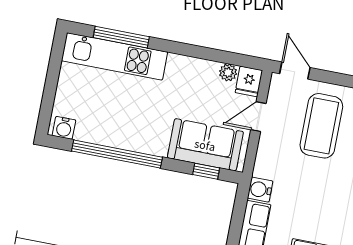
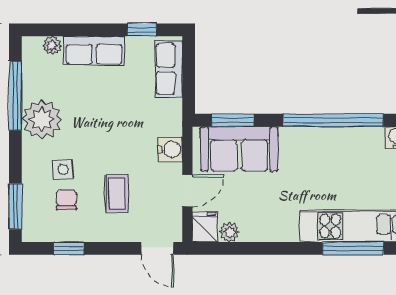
coffee table: (321, 126) -> (117, 194), width x0.54, depth x0.58
window: (206, 171) -> (233, 120), width x1.50
water cooler: (260, 190) -> (170, 150), moved

